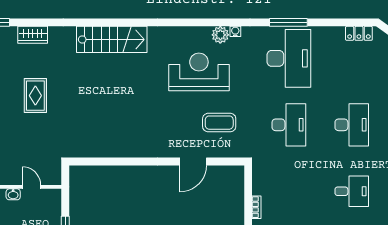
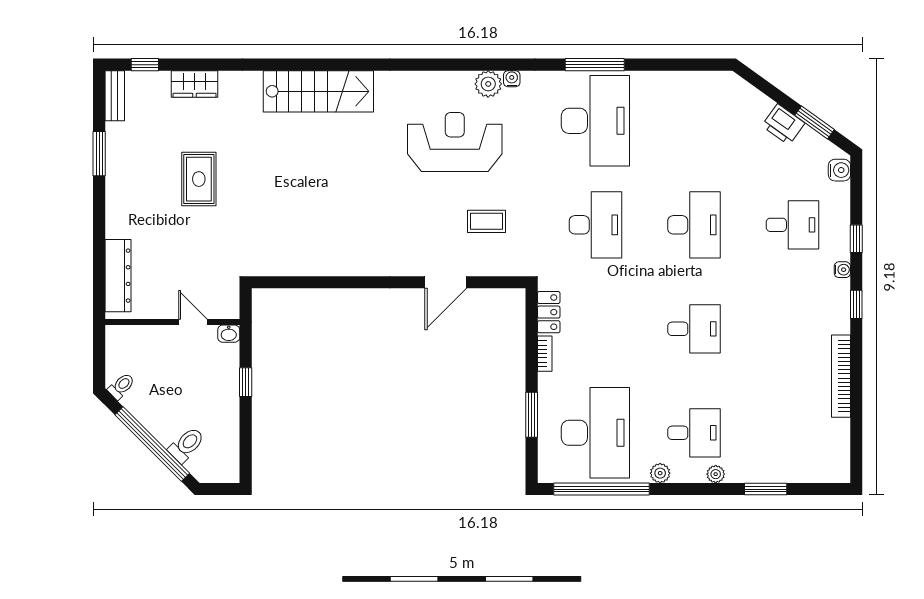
locker: (359, 33) -> (549, 312), moved, turned -90
coffee table: (219, 123) -> (486, 221), width x0.73, depth x0.77
washbasin: (13, 194) -> (229, 334), moved

